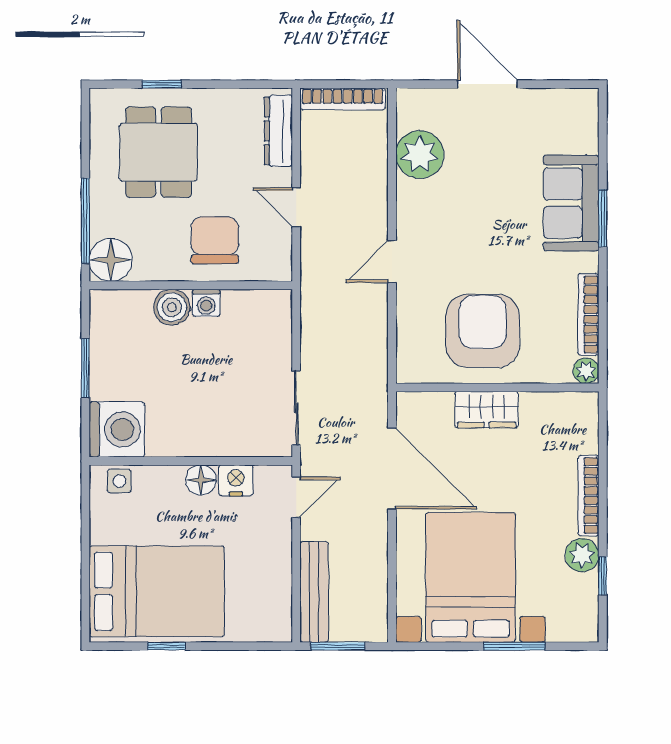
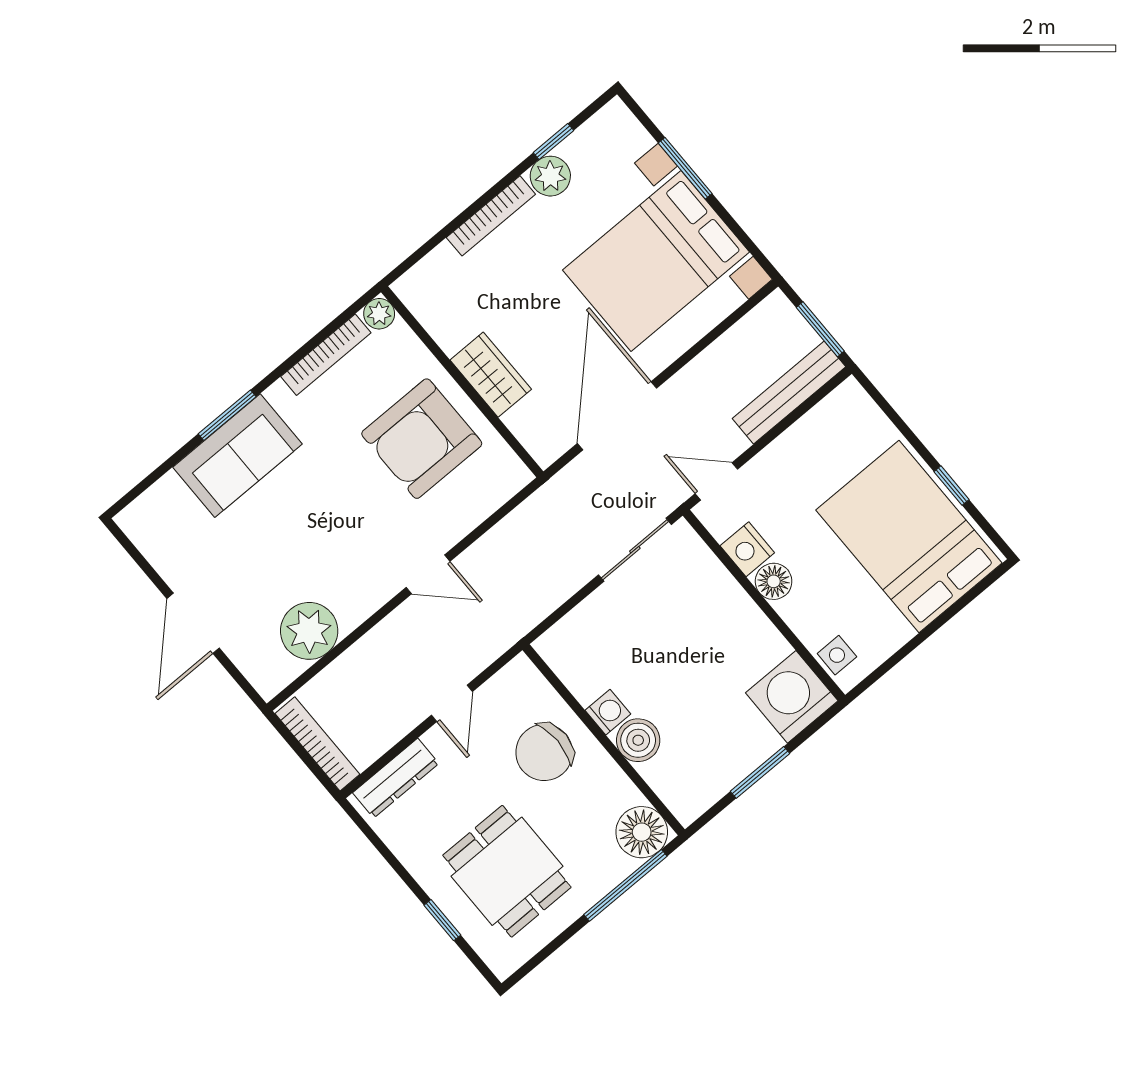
dining table: (158, 152) -> (507, 871), turned 90

